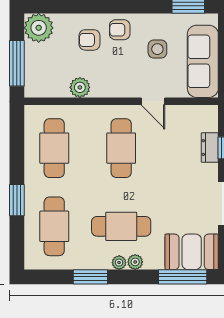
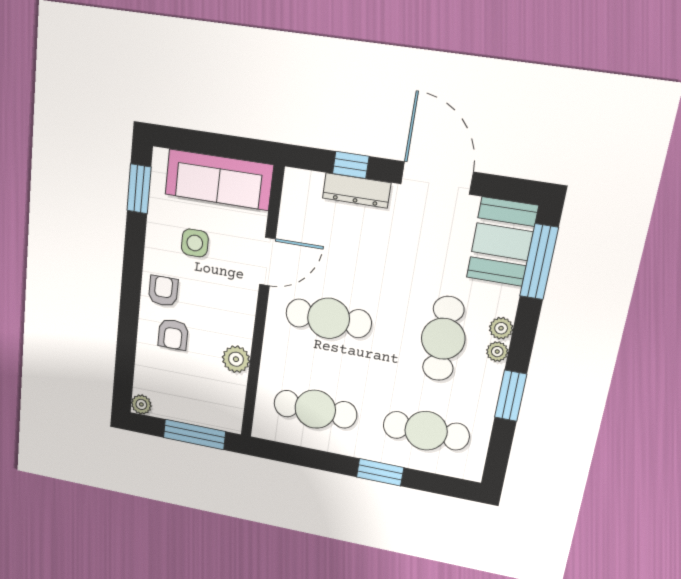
plant: (39, 28) -> (141, 404), width x0.53, depth x0.53
armchair: (120, 30) -> (163, 291), turned 180
door: (153, 101) -> (267, 262), width x1.38
dresser: (210, 148) -> (356, 190), width x1.44

